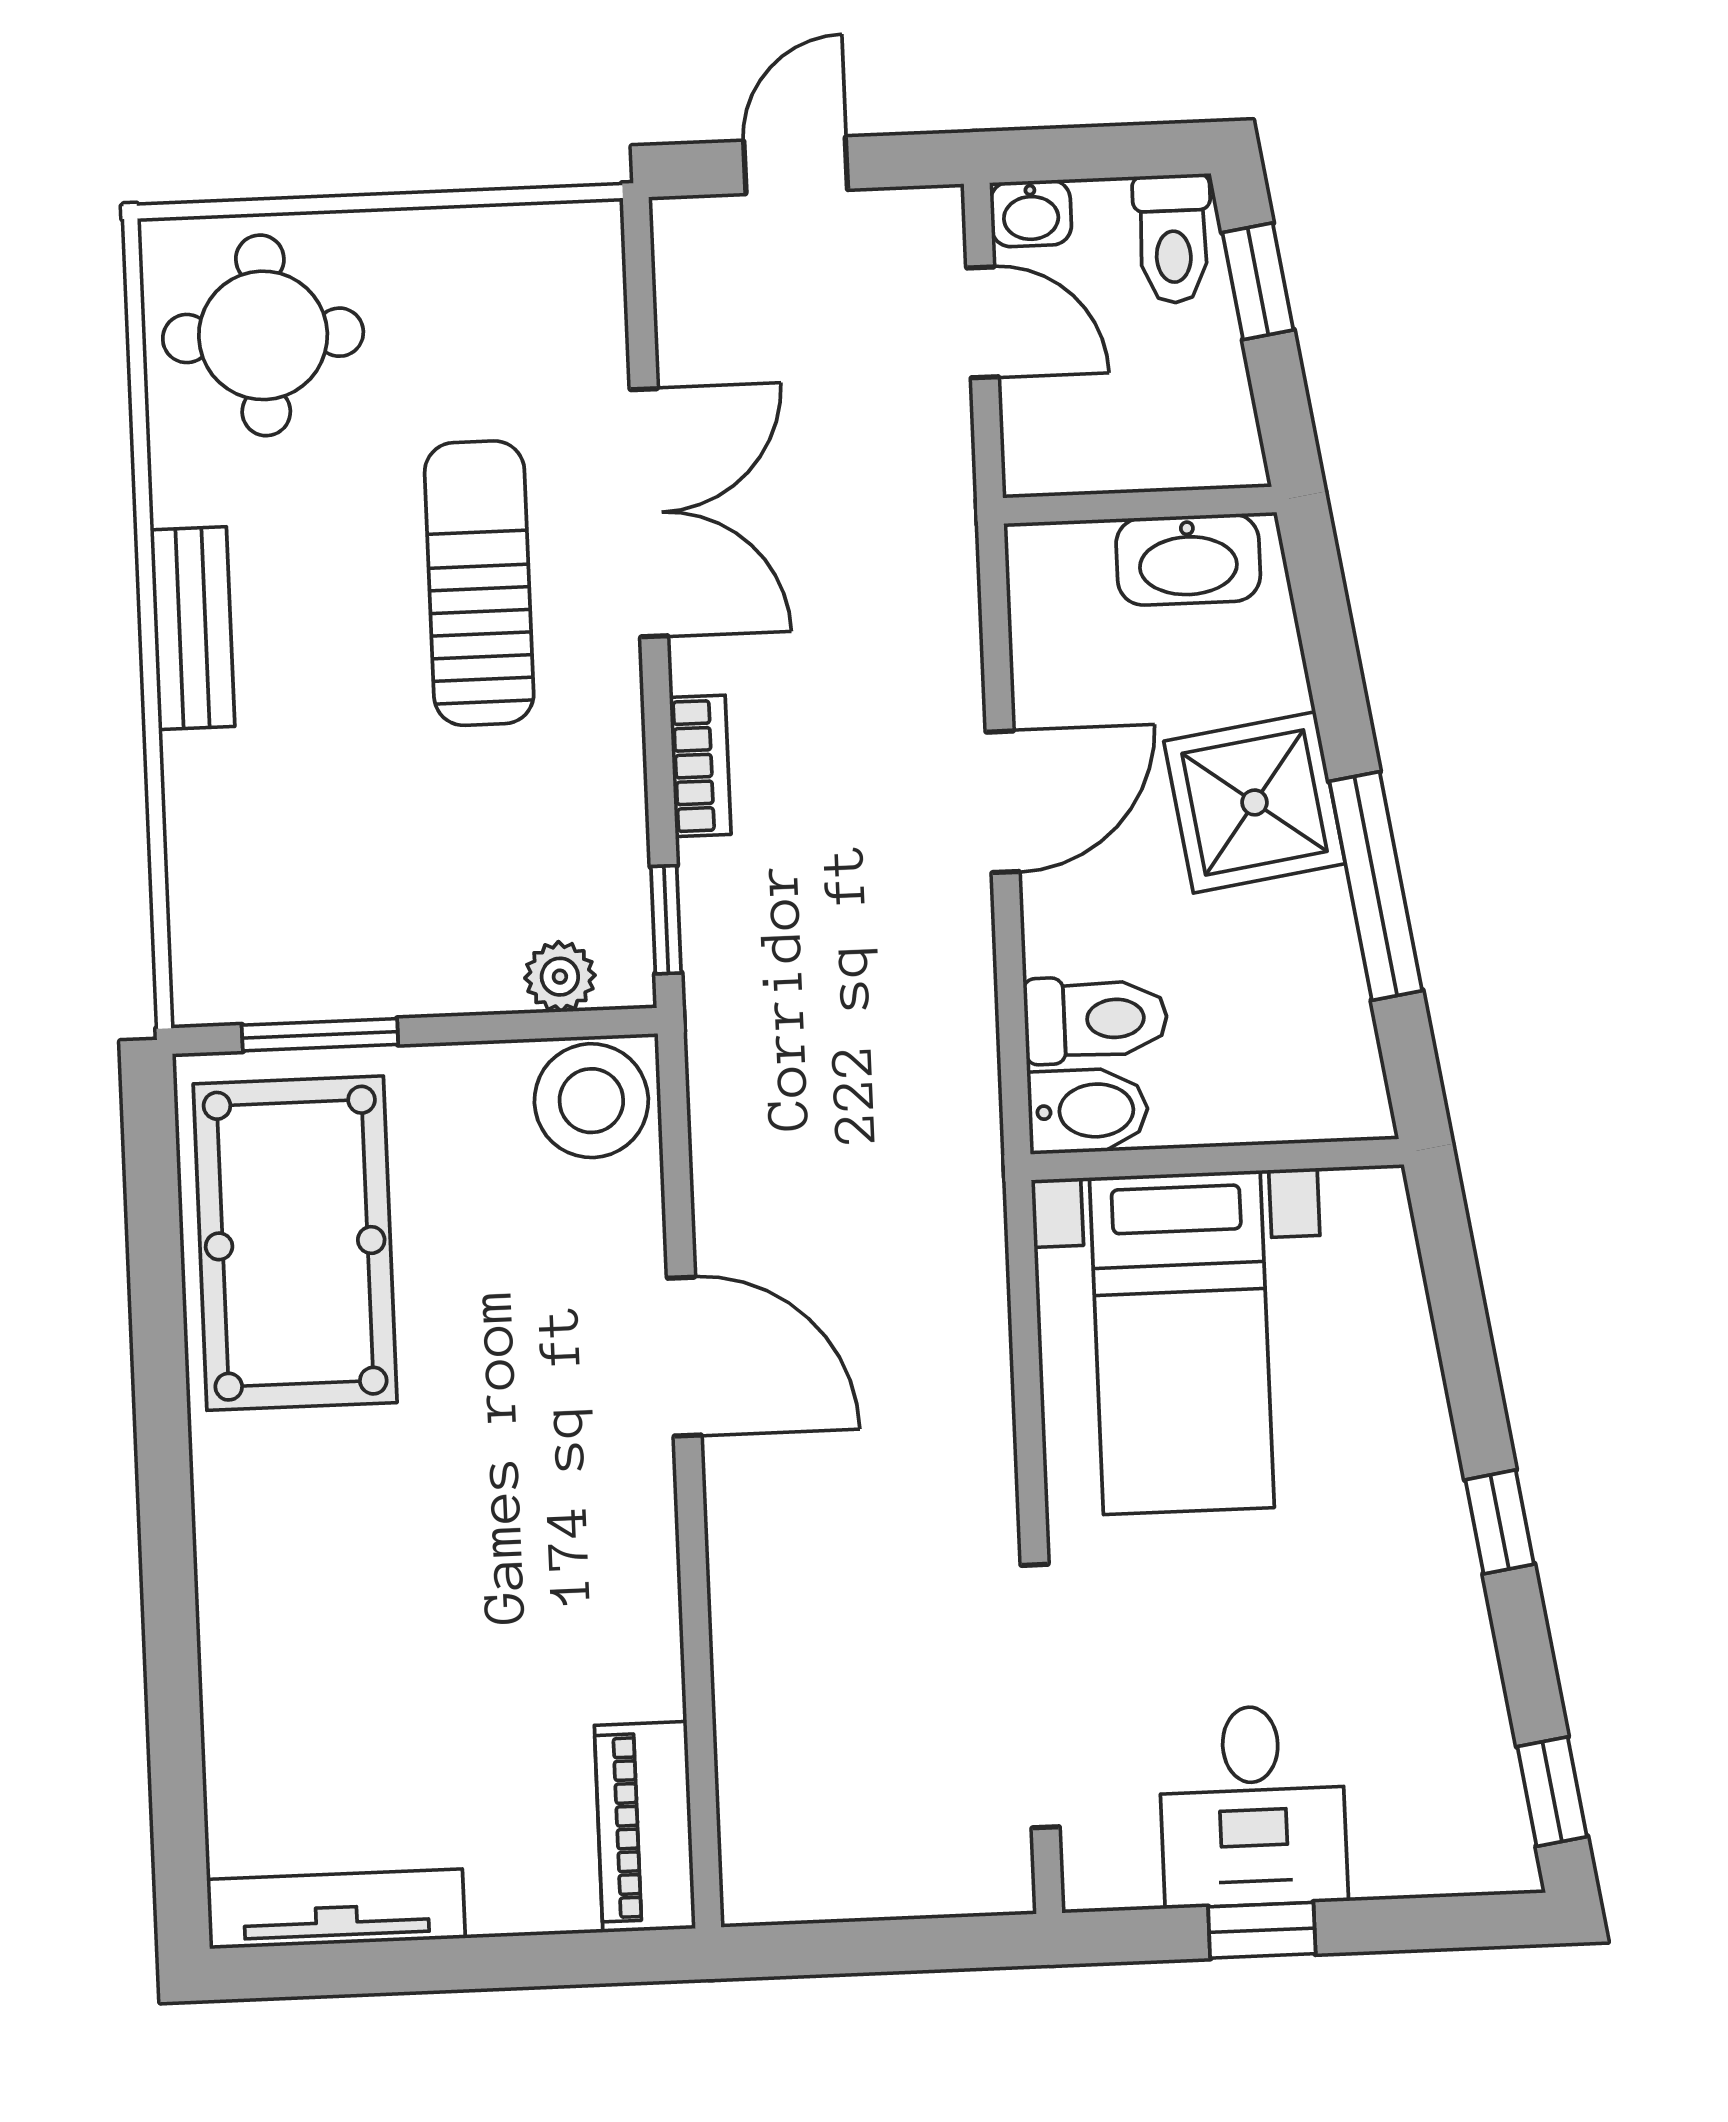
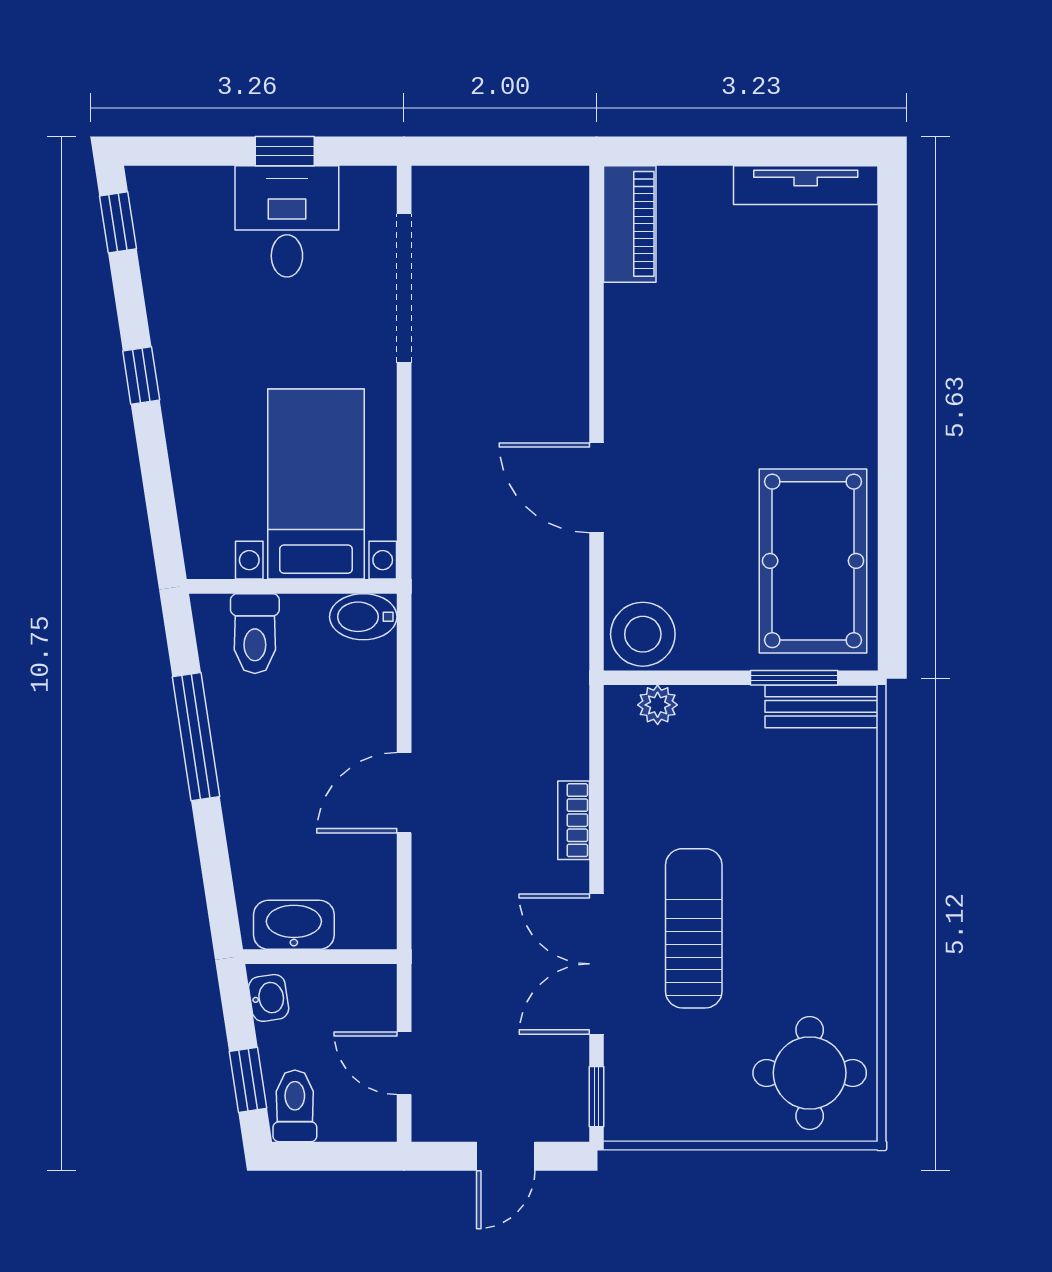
washbasin: (1031, 213) -> (269, 998), moved, turned 81
sun lounger: (479, 583) -> (694, 928), turned 180
bench: (192, 628) -> (821, 706), moved, turned 90
shower: (1255, 802) -> (262, 787), removed
window: (666, 920) -> (596, 1097), moved
toilet: (1096, 1019) -> (255, 634), moved, turned -90

